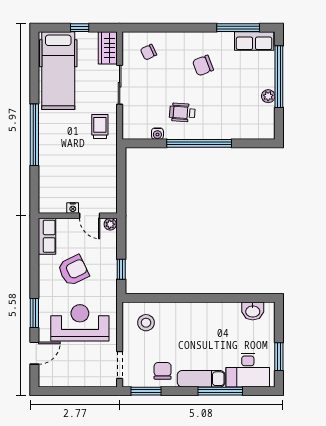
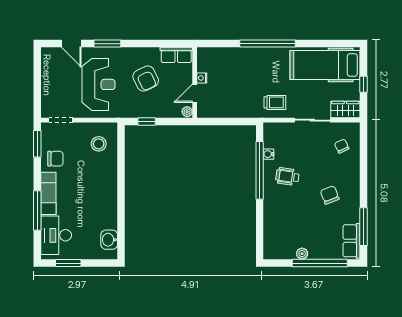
wheelchair: (182, 113) -> (287, 176), turned -86
window: (199, 143) -> (260, 170), moved

